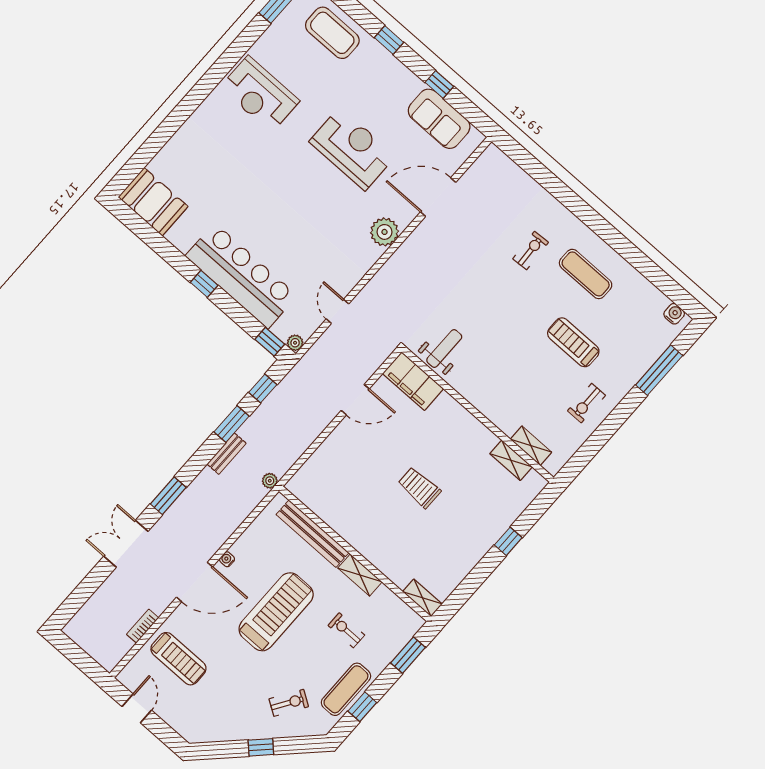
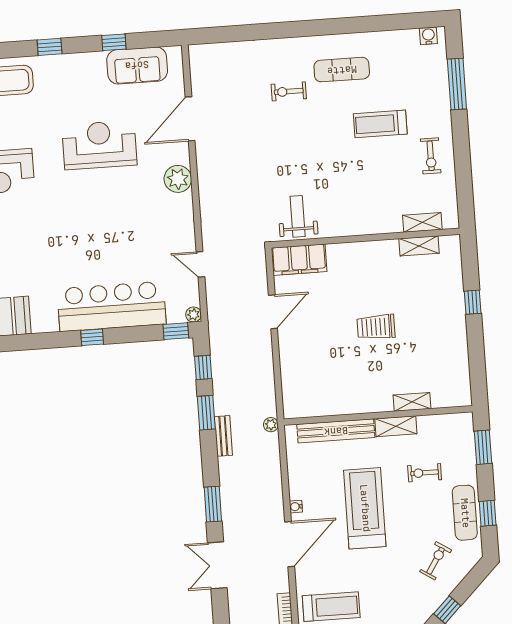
exercise bike: (531, 250) -> (289, 91), turned -87
shelving: (422, 598) -> (412, 402), moved

